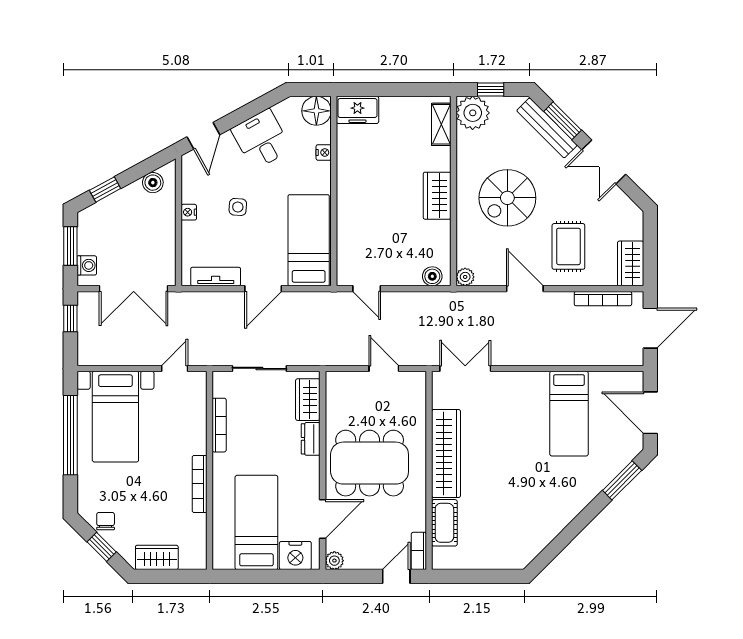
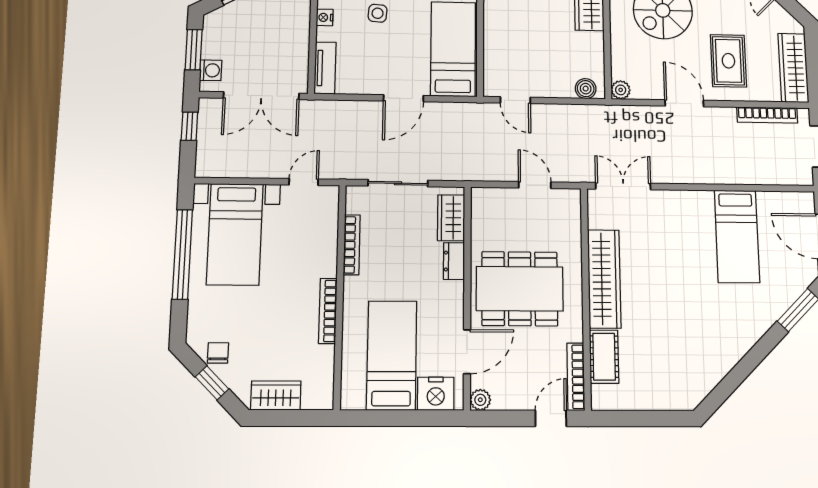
wardrobe: (631, 263) -> (793, 68), width x1.50
tv unit: (216, 277) -> (325, 68), moved, turned 90
bookcase: (419, 551) -> (576, 377), width x1.56

